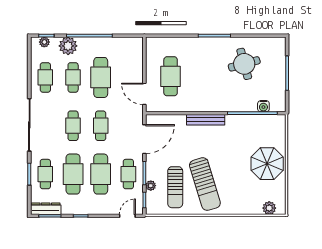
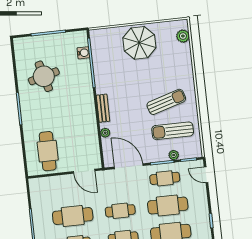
cafe table: (171, 76) -> (48, 151), moved, turned 90
door: (144, 94) -> (84, 171), hinge flipped
plant: (181, 119) -> (105, 133), added
bench: (206, 120) -> (103, 108), width x0.73
sun lounger: (205, 184) -> (166, 102), width x0.73, depth x0.75
sun lounger: (175, 187) -> (173, 131), turned 180

